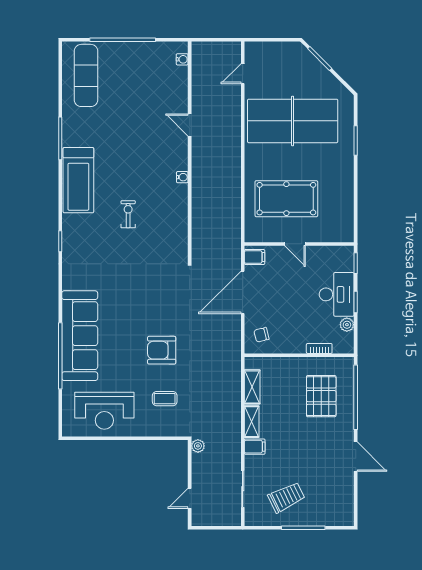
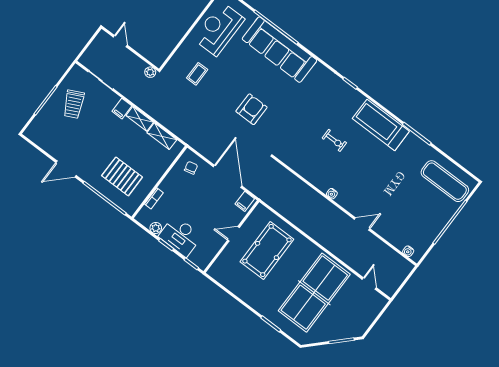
armchair: (162, 350) -> (252, 109), moved

